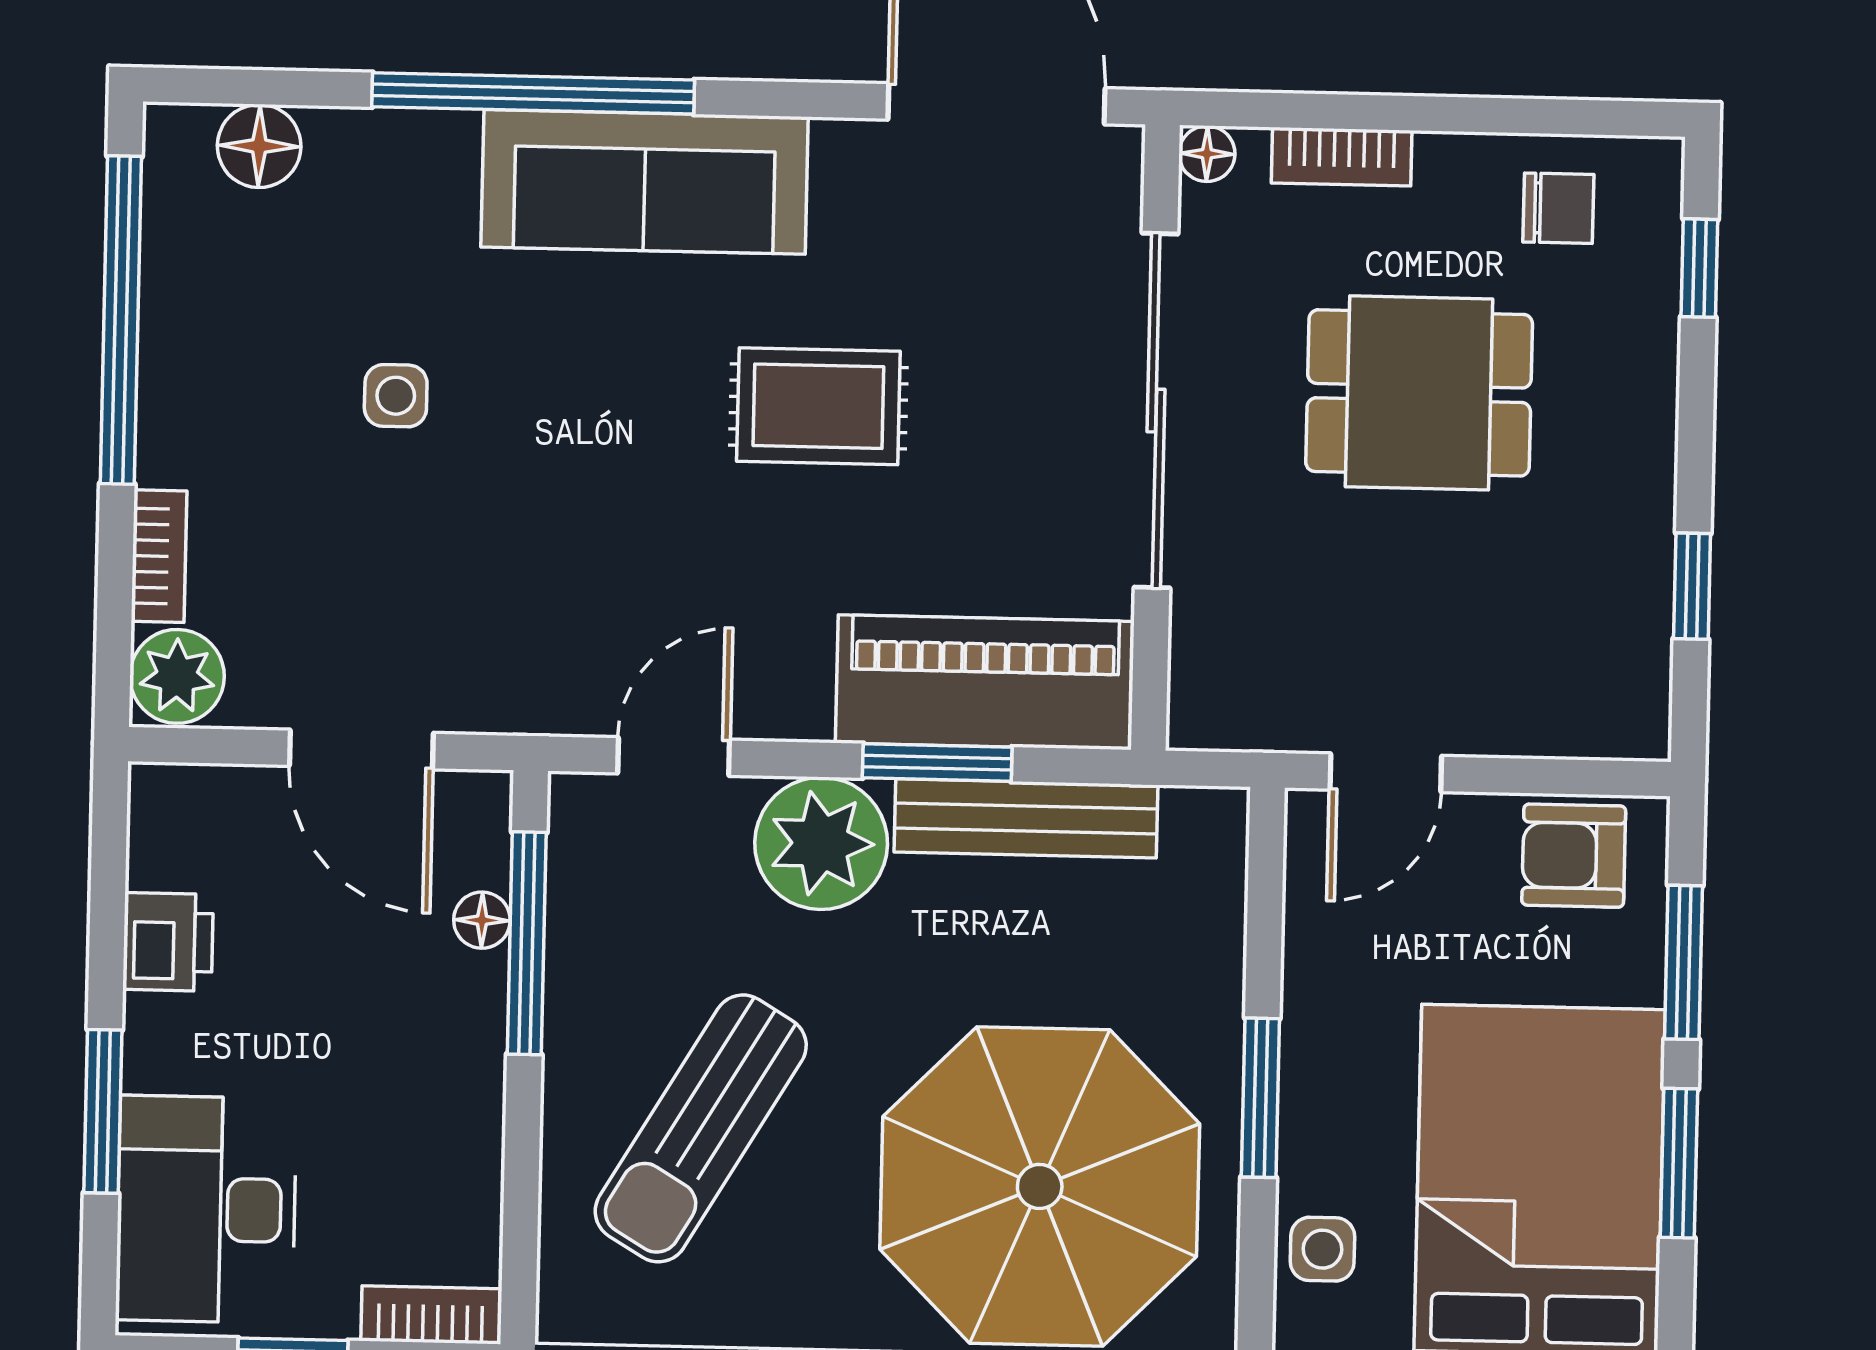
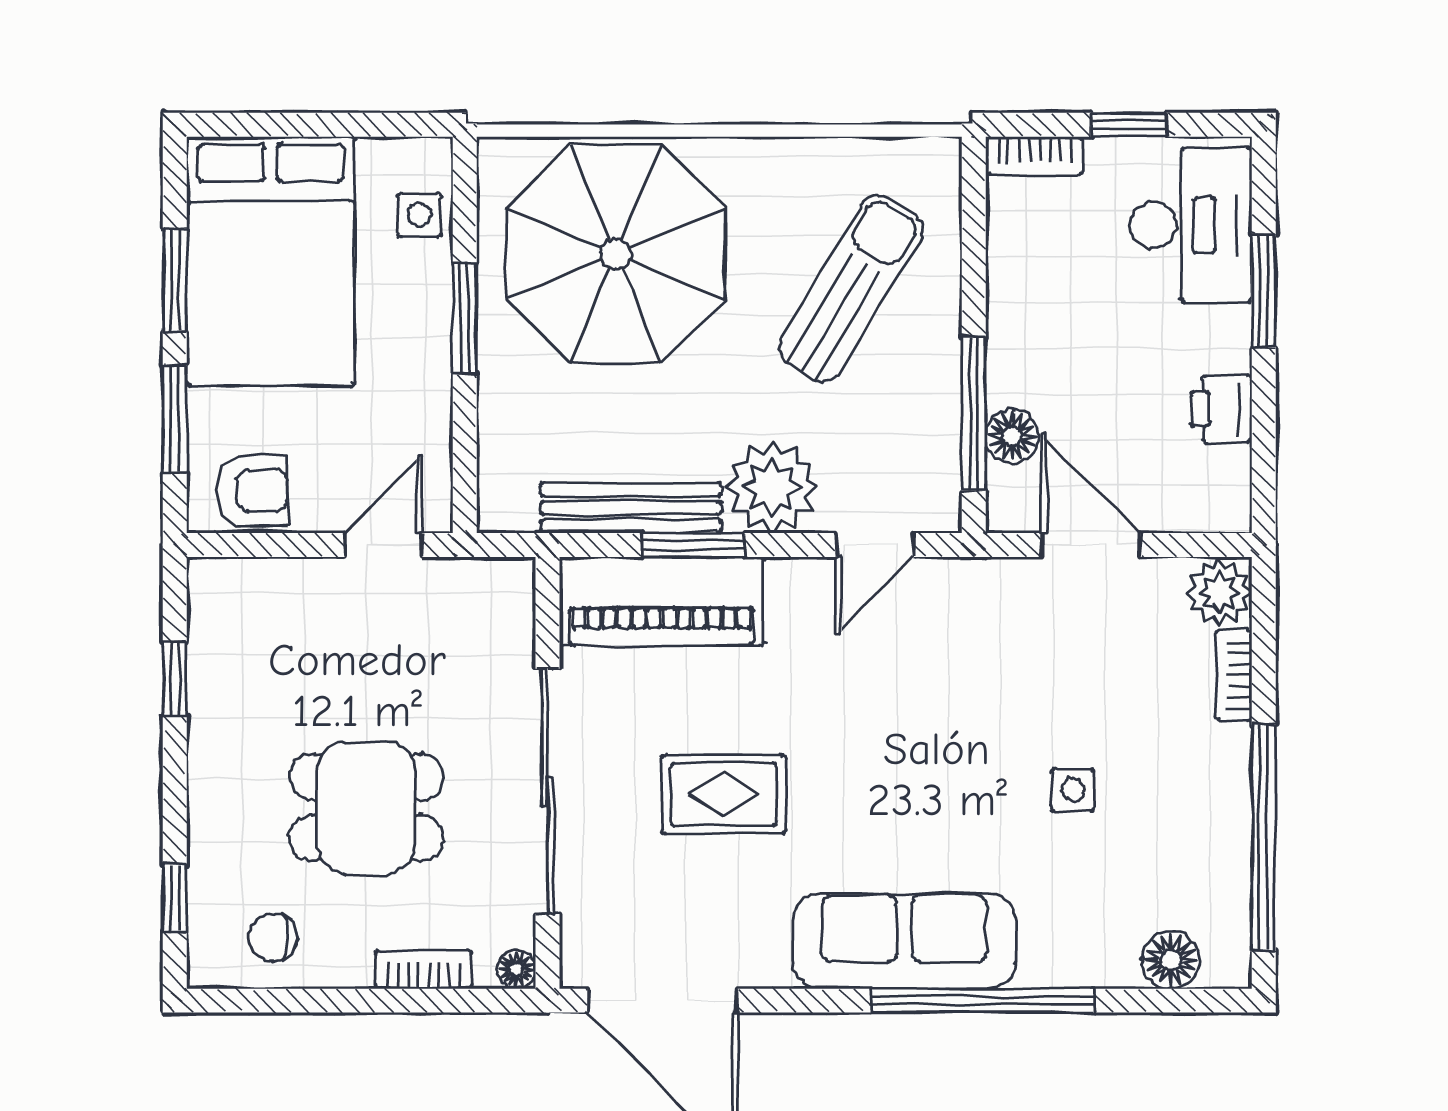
rug: (818, 406) -> (724, 794), moved
floor lamp: (482, 920) -> (1012, 436), width x1.37, depth x1.37

